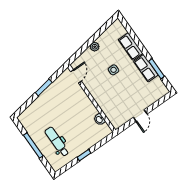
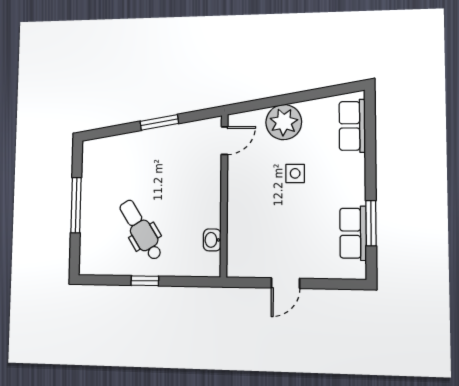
row of seats: (131, 46) -> (352, 126), moved
plant: (95, 47) -> (284, 122), width x1.88, depth x1.88
row of seats: (146, 68) -> (353, 233), moved
dental chair: (57, 142) -> (141, 230), moved, turned -32

